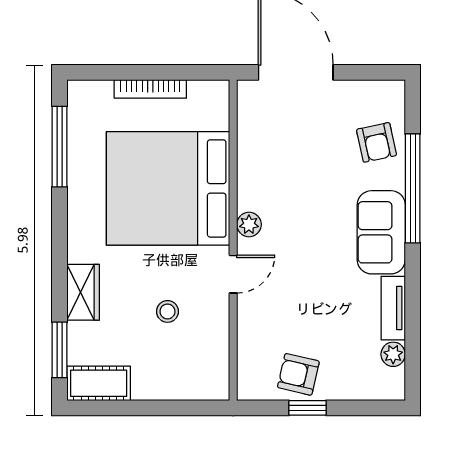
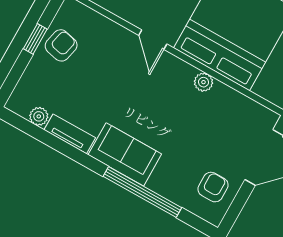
armchair: (377, 142) -> (213, 187), moved, turned 102
plant: (249, 224) -> (203, 82), moved

